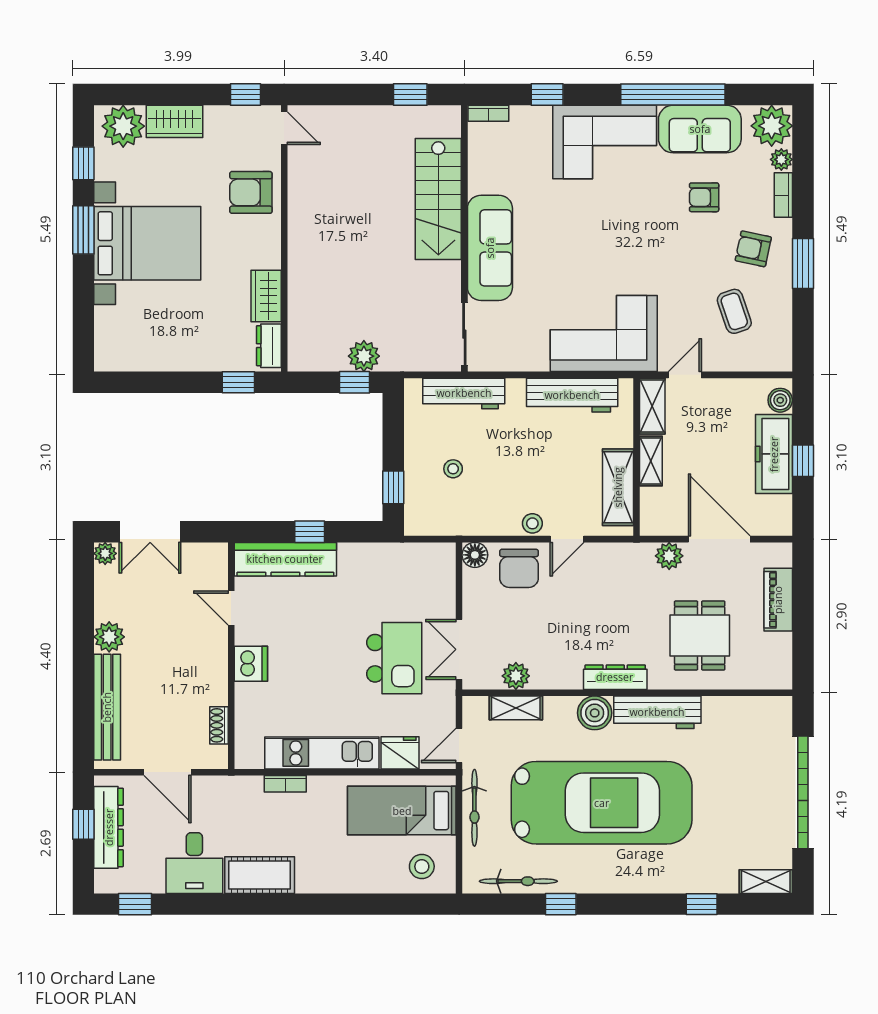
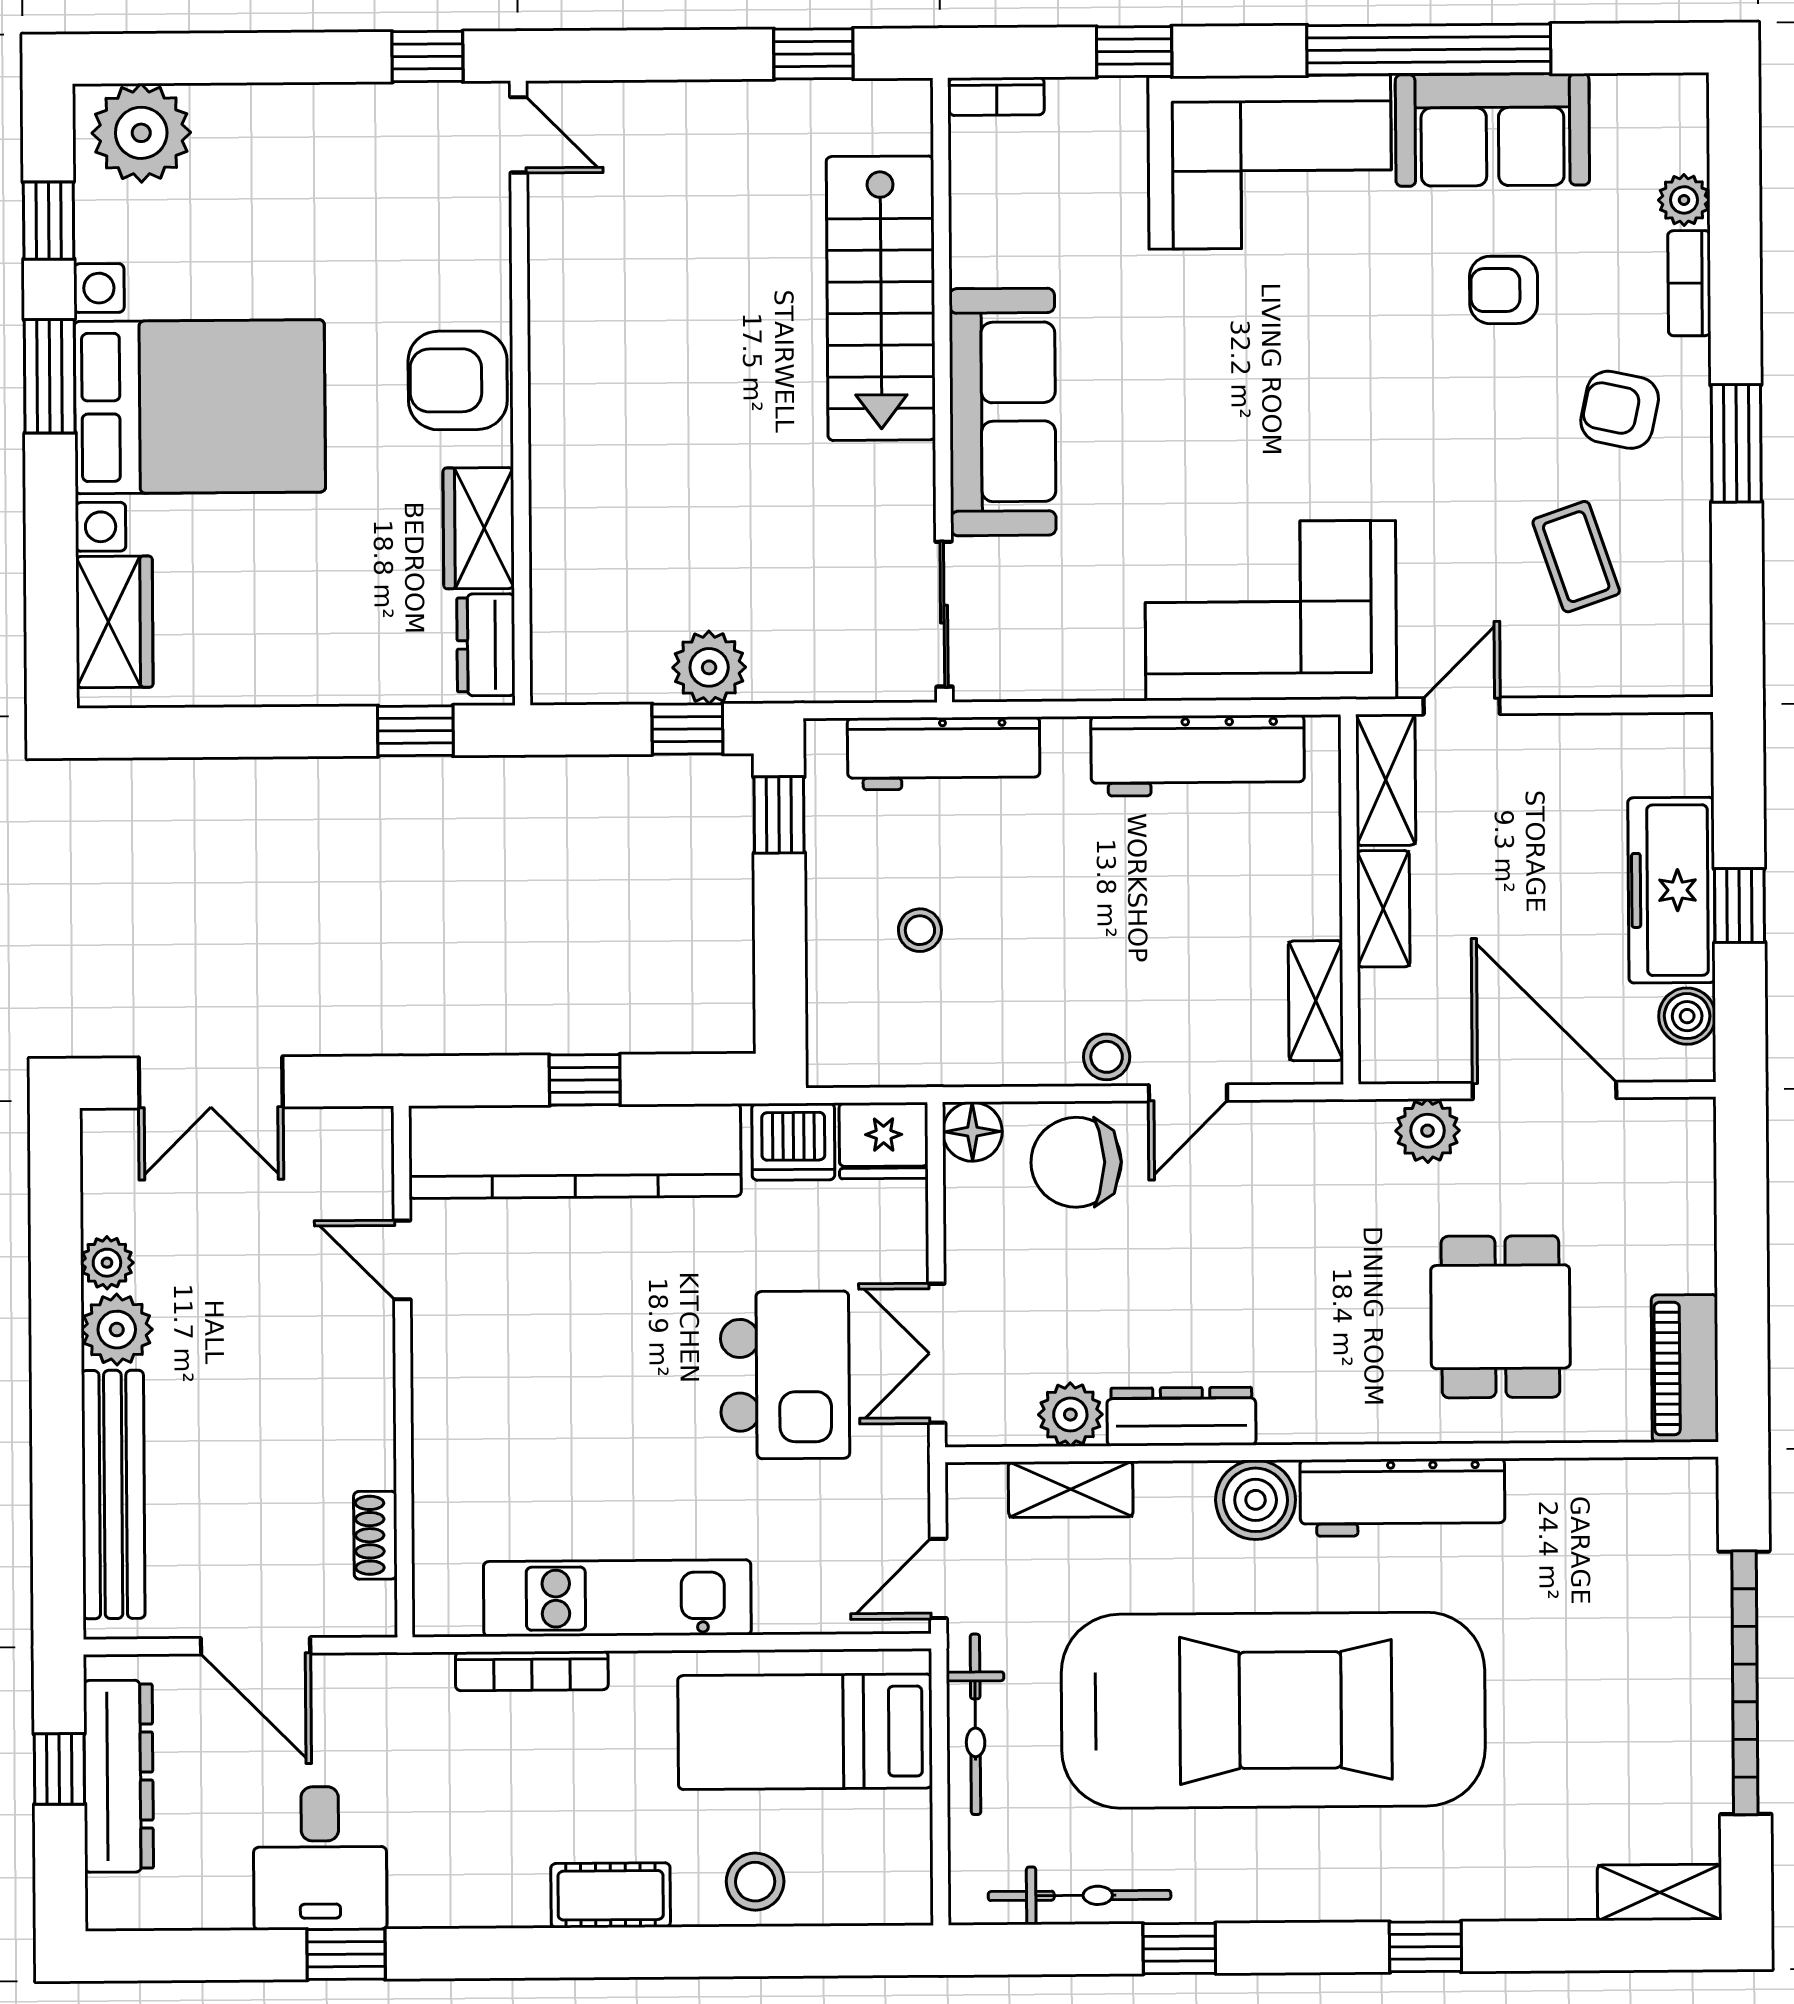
wardrobe: (174, 121) -> (114, 622), moved, turned -90
plant: (772, 126) -> (1661, 121), removed
armchair: (251, 192) -> (458, 380), moved
boiler: (780, 400) -> (1687, 1016), moved
window: (393, 487) -> (779, 815), moved
shelving: (618, 487) -> (1316, 1001), width x0.67, depth x0.75
plant: (105, 553) -> (107, 1263), moved
kitchen counter: (285, 559) -> (575, 1151), width x1.39, depth x1.17
chair: (519, 568) -> (1076, 1162), turned 90
piano: (778, 600) -> (1685, 1368), moved
dishwasher: (251, 664) -> (793, 1142), moved, turned 90
dresser: (615, 677) -> (1181, 1417), moved
fridge: (400, 753) -> (884, 1141), moved, turned 180
bookcase: (285, 784) -> (532, 1671), width x1.56
stool: (422, 866) -> (755, 1882), moved
cot: (260, 875) -> (611, 1895), moved, width x0.73, depth x0.75
window: (135, 904) -> (346, 1954), moved
window: (702, 904) -> (1425, 1947), moved

